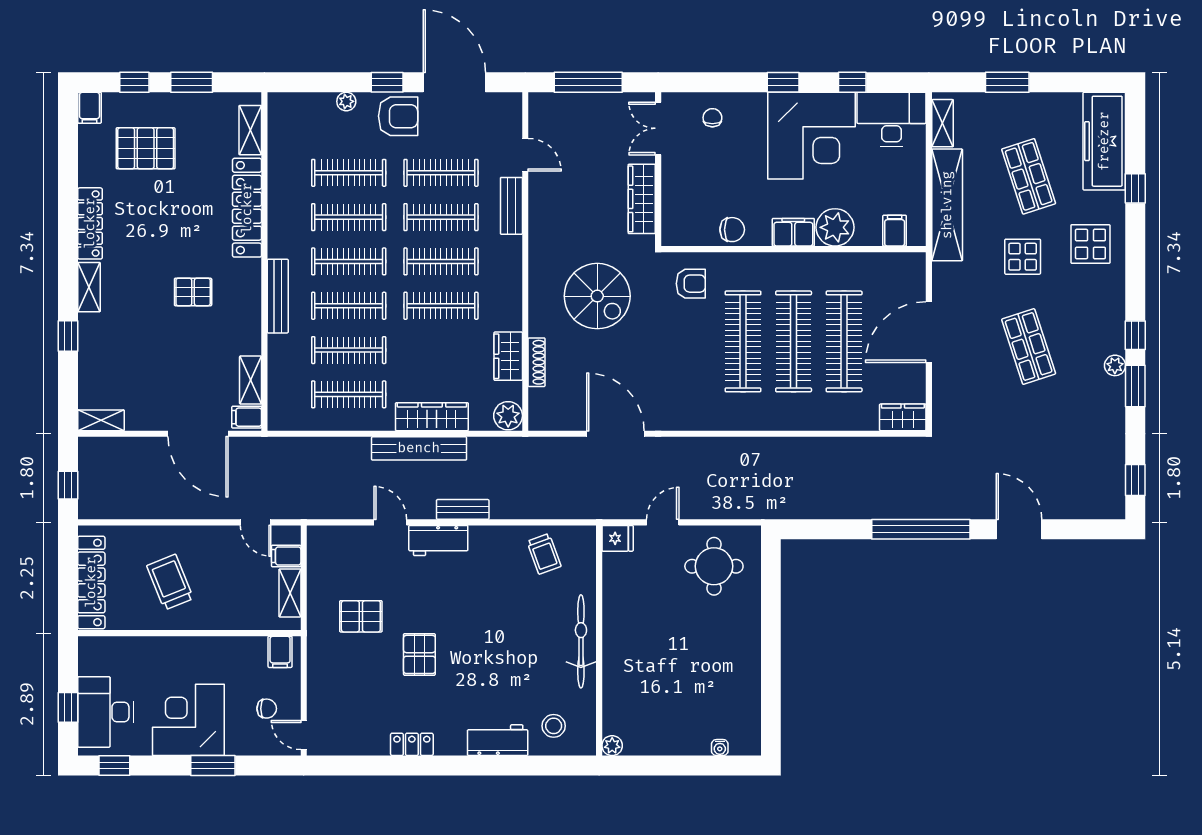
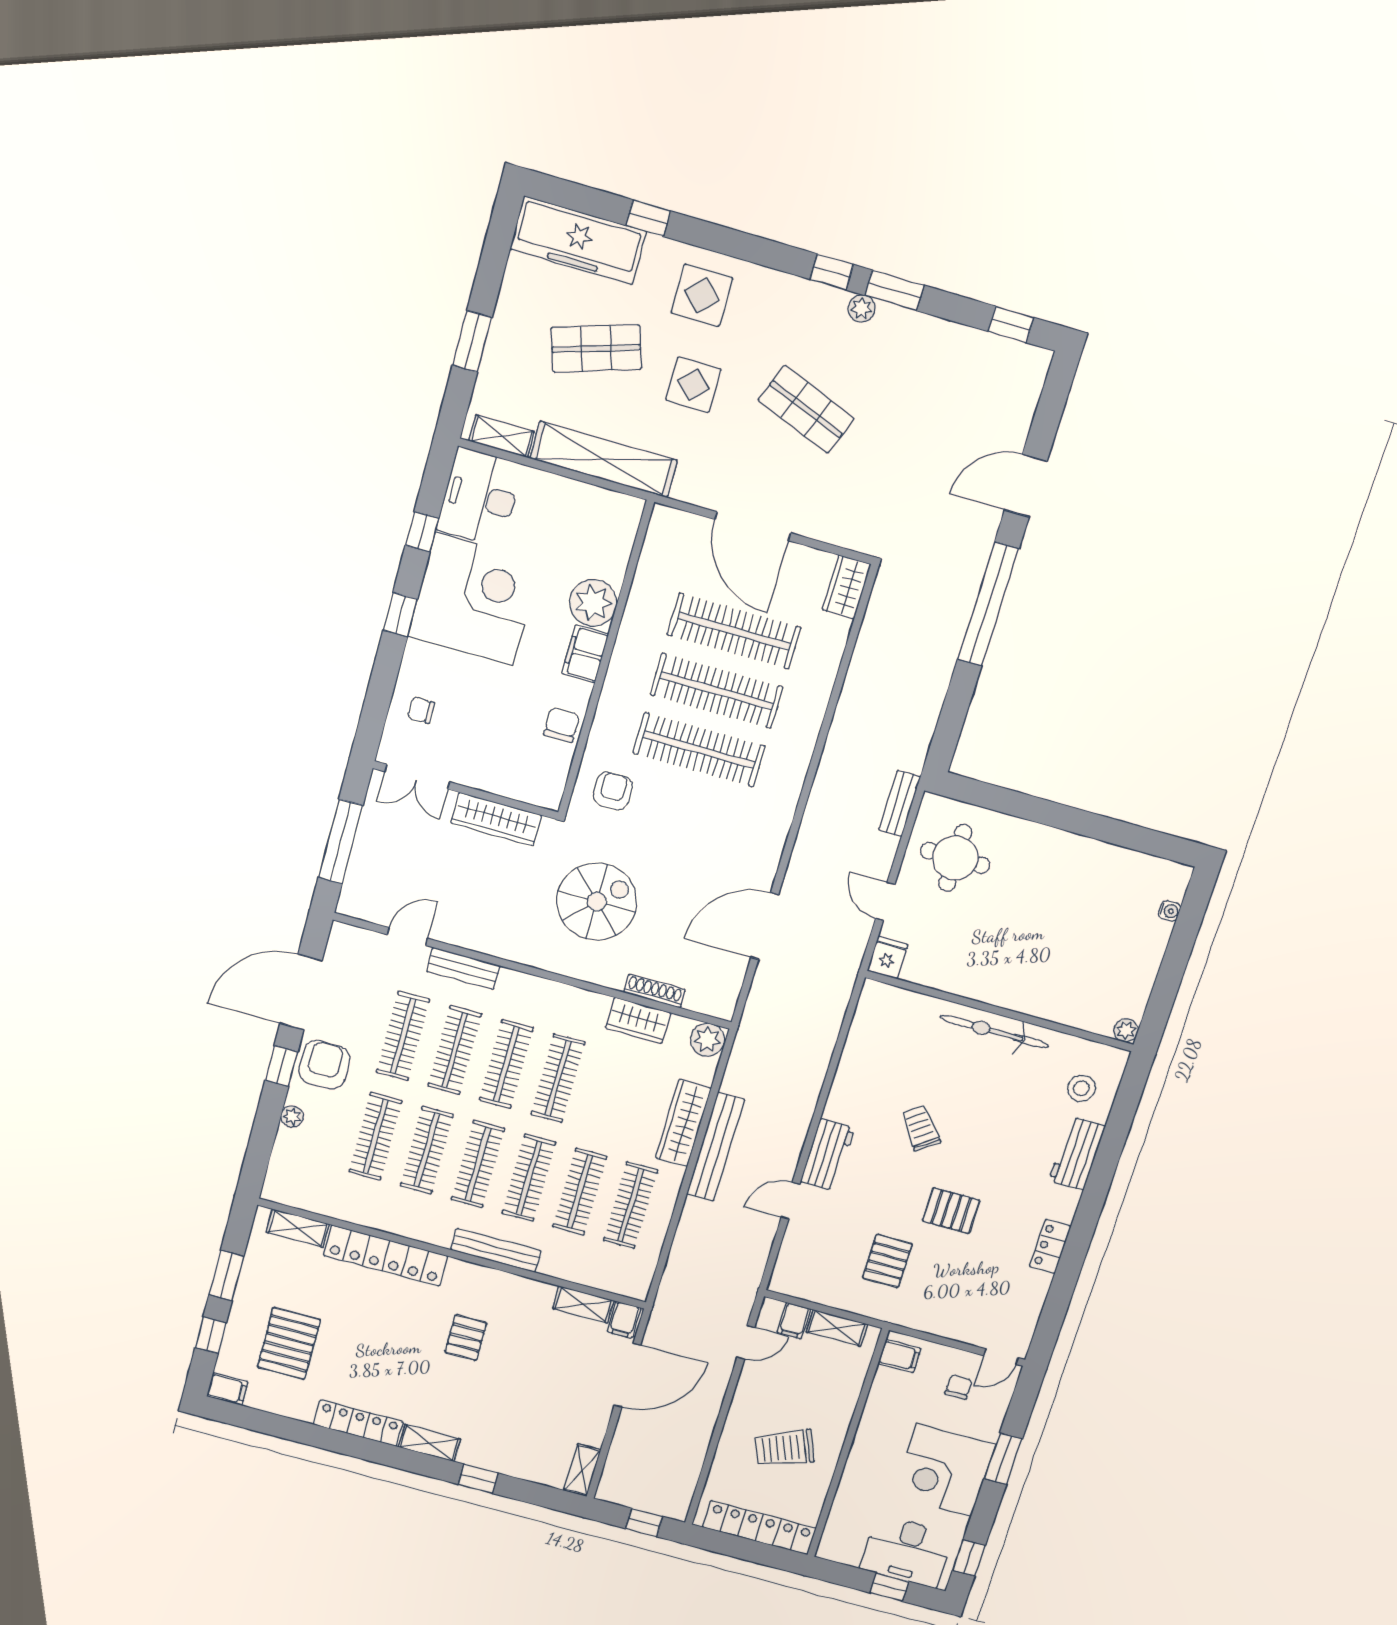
filing cabinet: (895, 231) -> (617, 532), removed
shop shelf: (1029, 347) -> (806, 409), turned 39
bench: (463, 509) -> (900, 803), moved
trolley: (544, 554) -> (921, 1128), moved, turned -107

